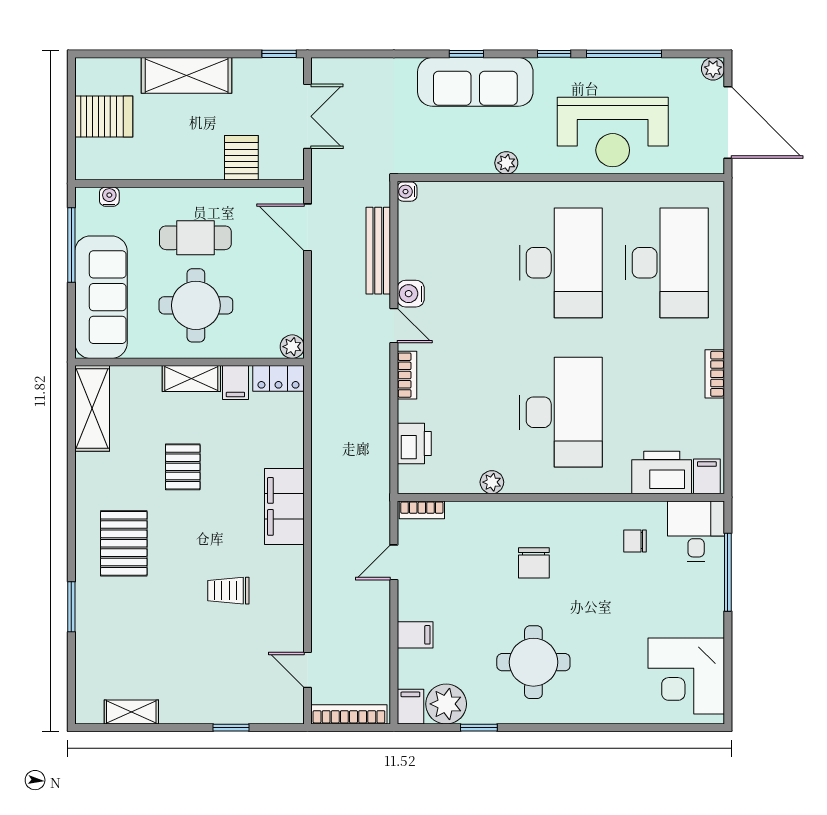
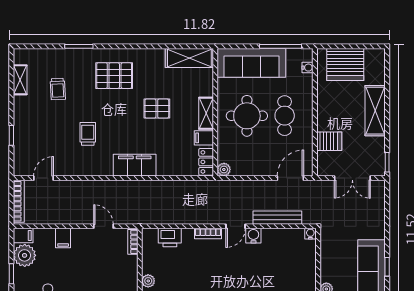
server rack: (104, 117) -> (345, 64), width x1.60
trolley: (148, 644) -> (58, 89), added

